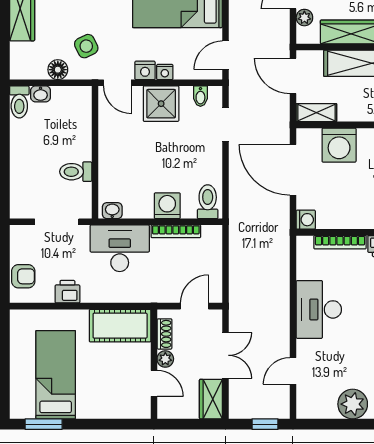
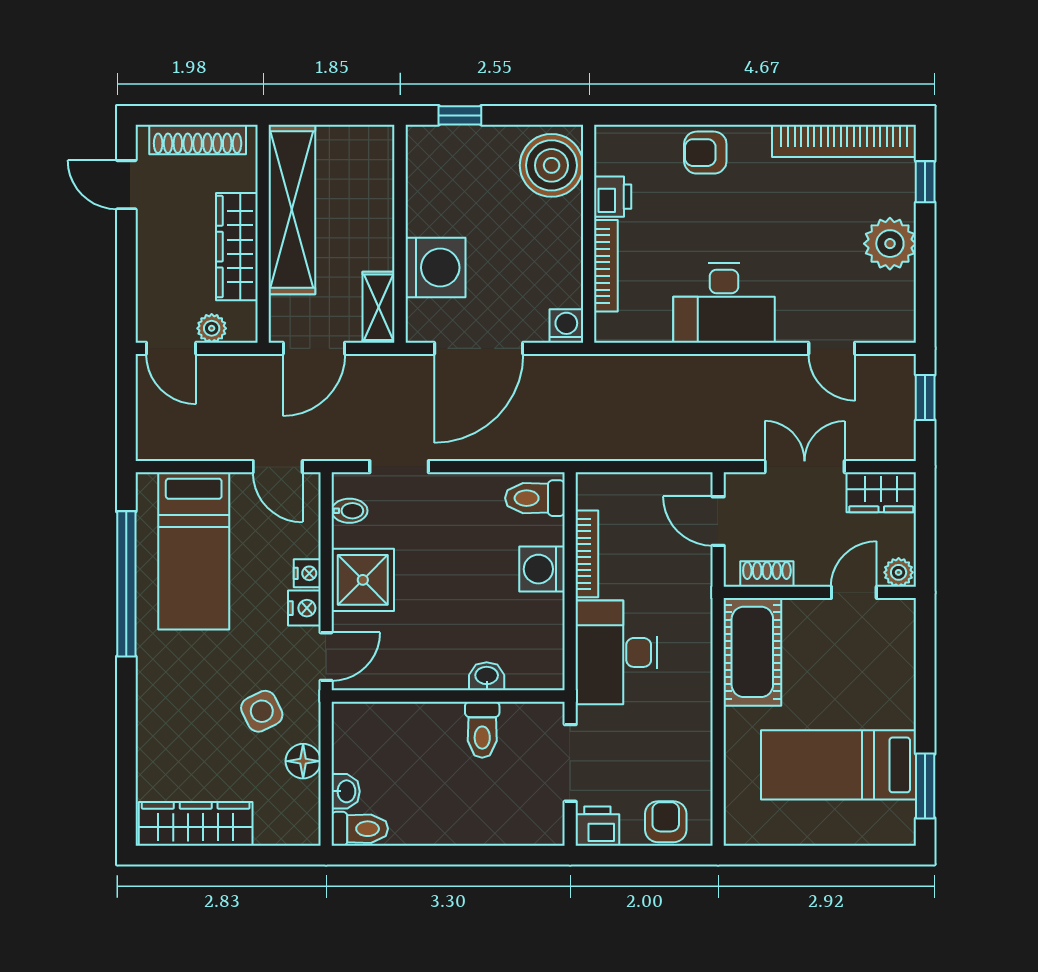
washbasin: (112, 211) -> (487, 676), moved, turned 90
printer: (67, 292) -> (597, 826), moved, turned 90
plant: (165, 359) -> (899, 572), moved

